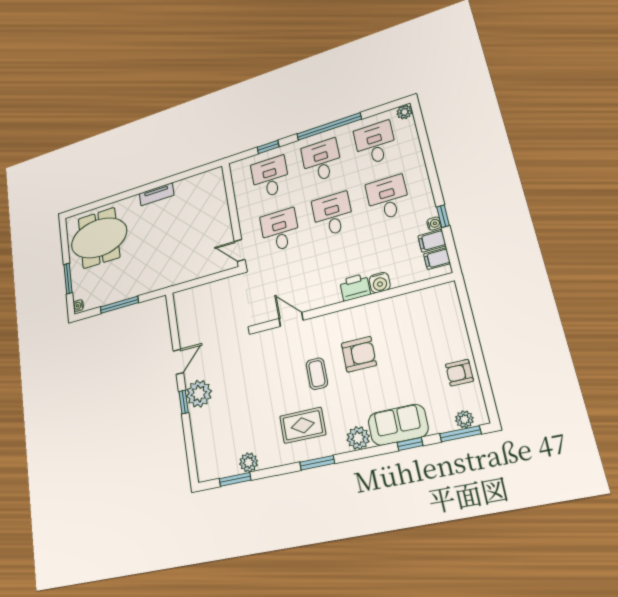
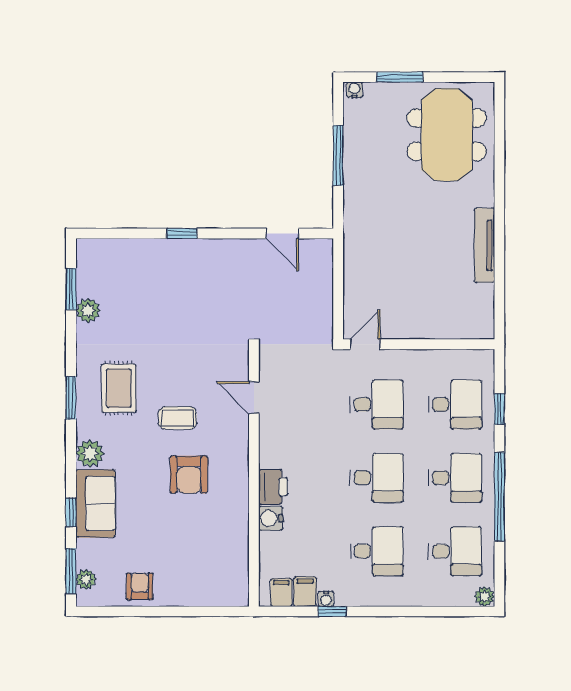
tv unit: (157, 194) -> (484, 245), width x1.41
door: (291, 319) -> (254, 398), swing flipped
door: (178, 362) -> (282, 234), moved
plant: (199, 394) -> (188, 257), removed

